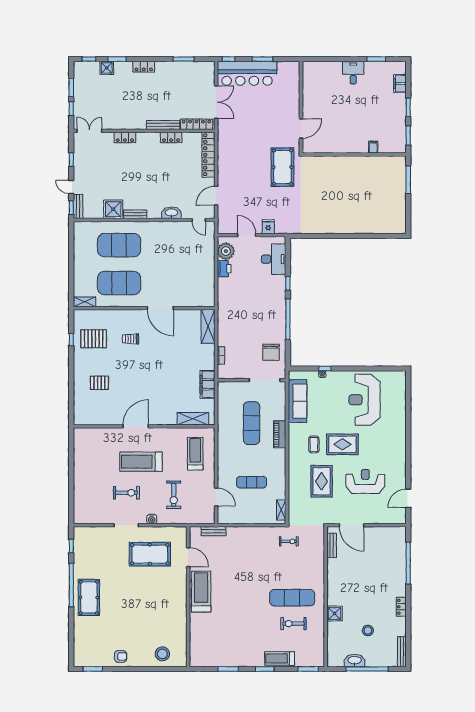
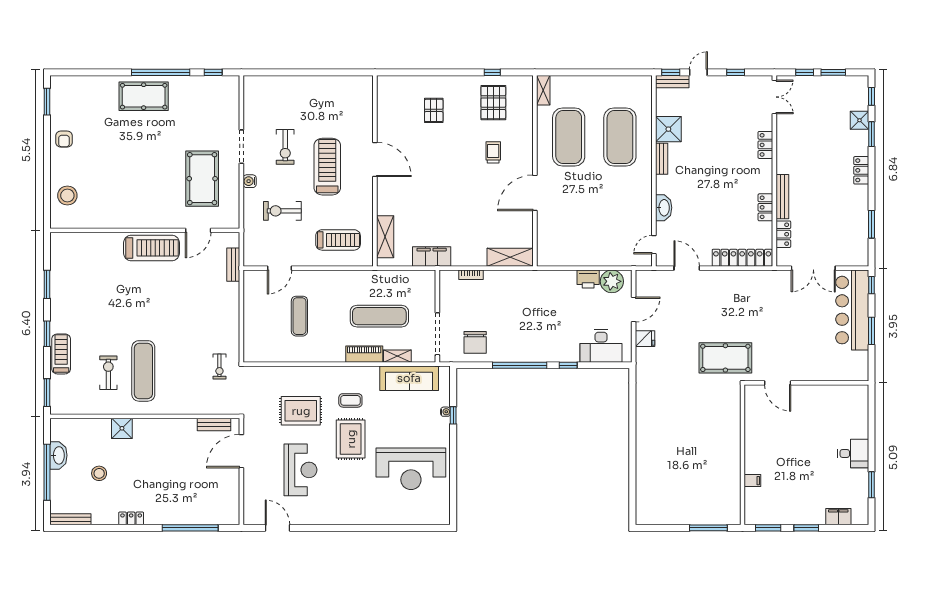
locker: (196, 124) -> (783, 234), width x0.66
chair: (271, 352) -> (475, 342), turned -90
reception desk: (365, 400) -> (411, 469), turned 180
shelving: (281, 510) -> (397, 356), moved

